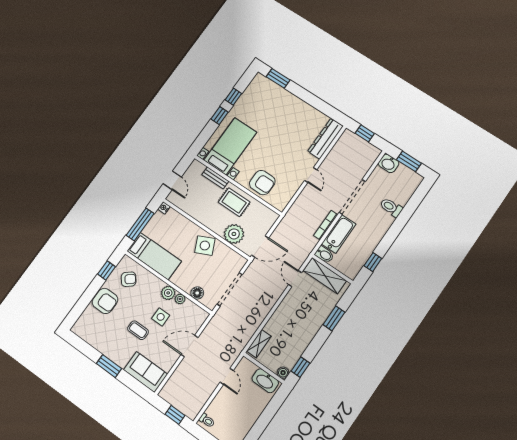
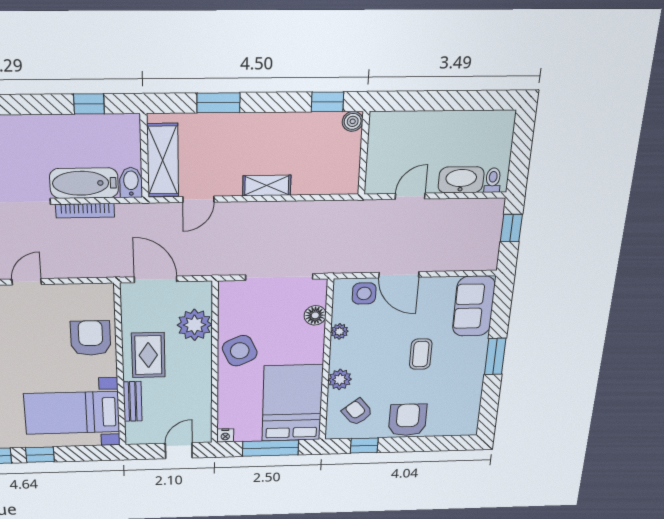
door: (260, 246) -> (156, 279), moved
bed: (154, 256) -> (292, 403), width x1.50
plant: (168, 293) -> (340, 379), moved
side table: (161, 317) -> (364, 293), moved
shelving: (259, 344) -> (267, 185), moved
washbasin: (265, 381) -> (461, 180), moved, turned -90

